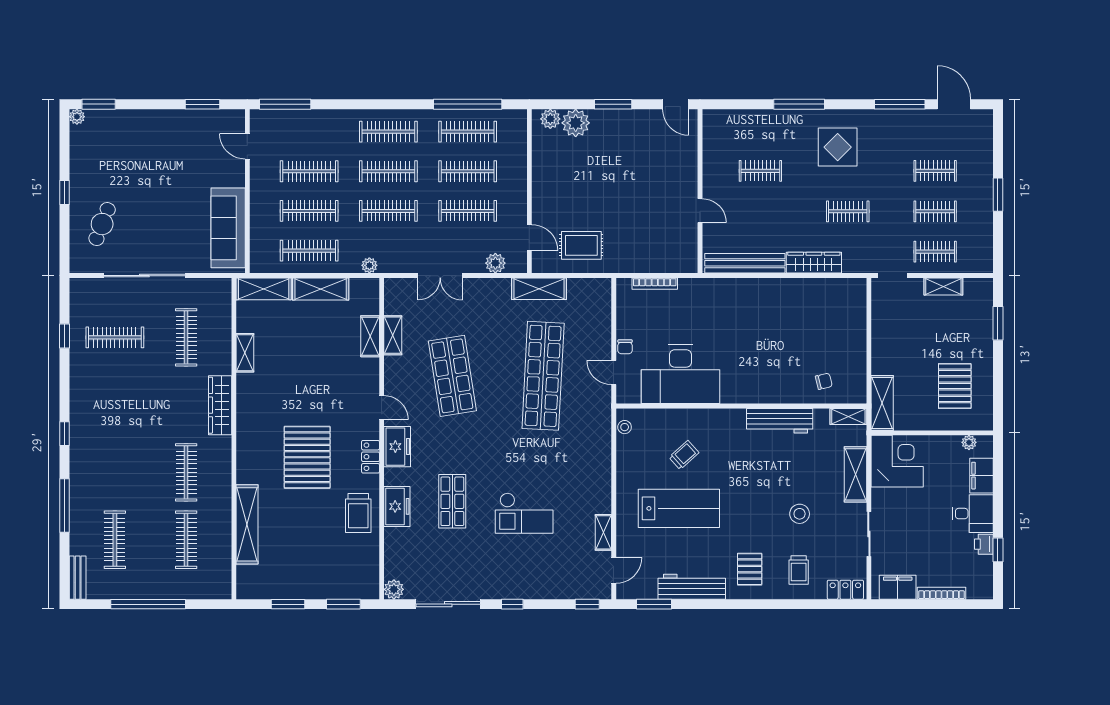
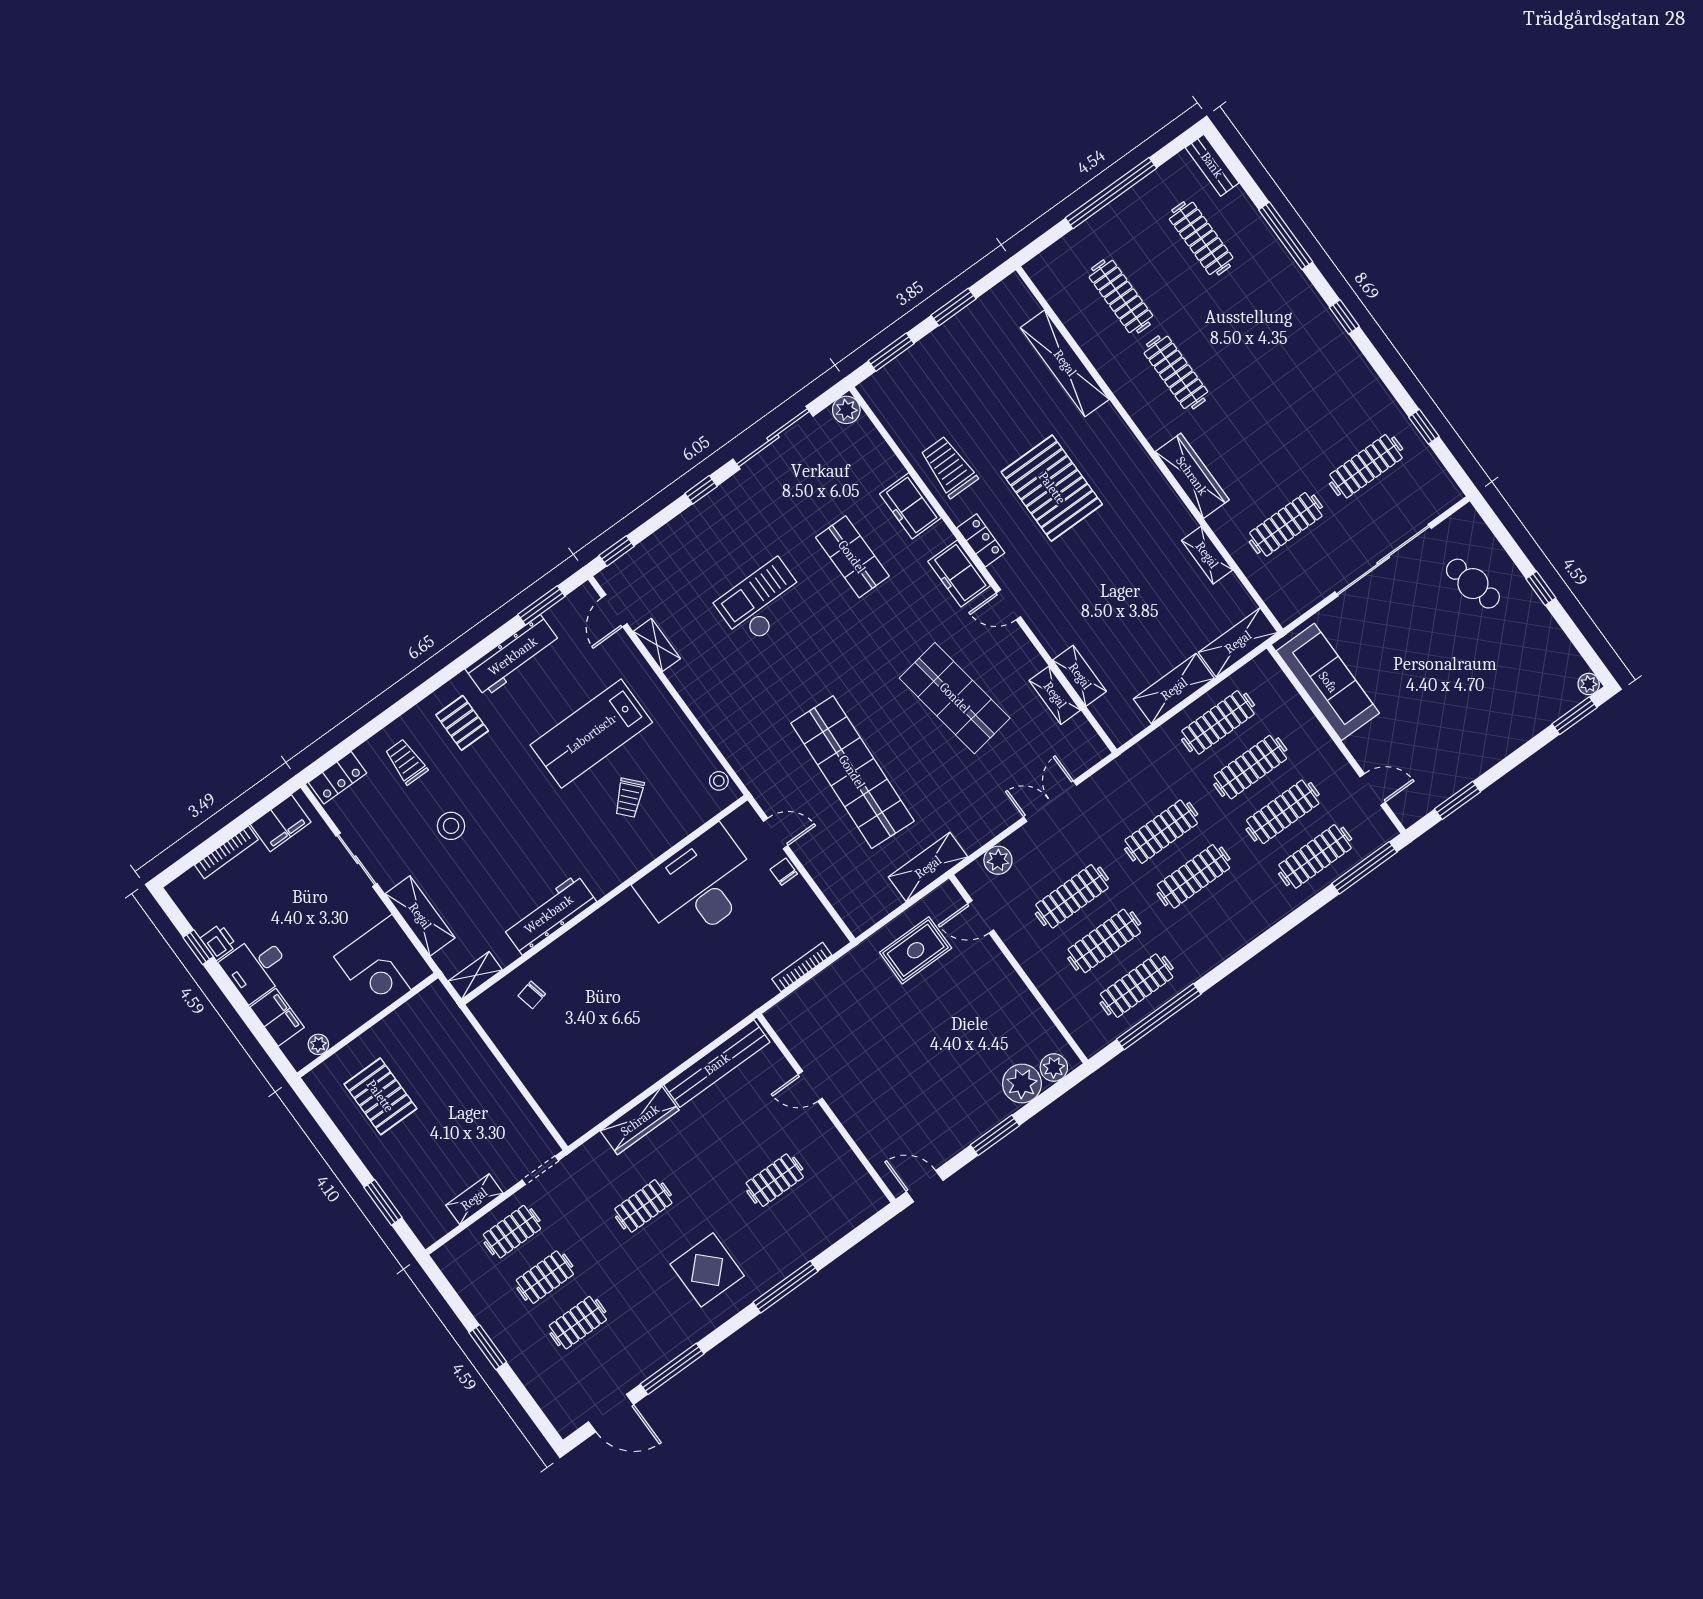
clothes rail: (388, 132) -> (1315, 856), moved
cafe table: (102, 224) -> (1473, 584), turned -34
plant: (369, 265) -> (1138, 755), removed
clothes rail: (186, 337) -> (1286, 524), turned 90
shelving: (882, 403) -> (448, 1018), removed

